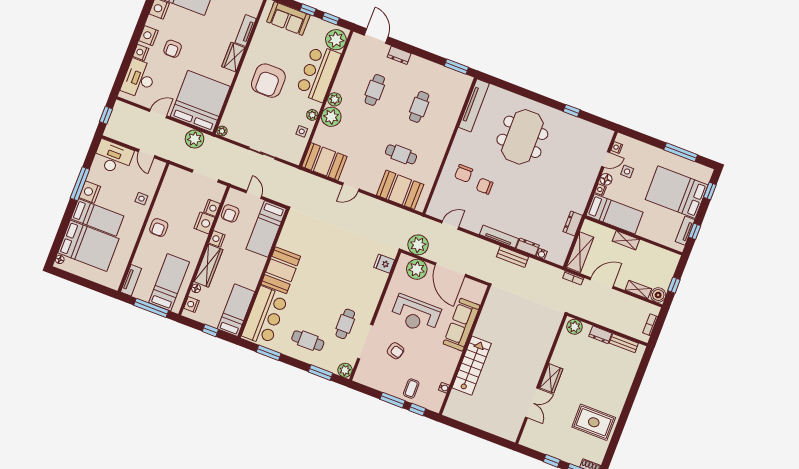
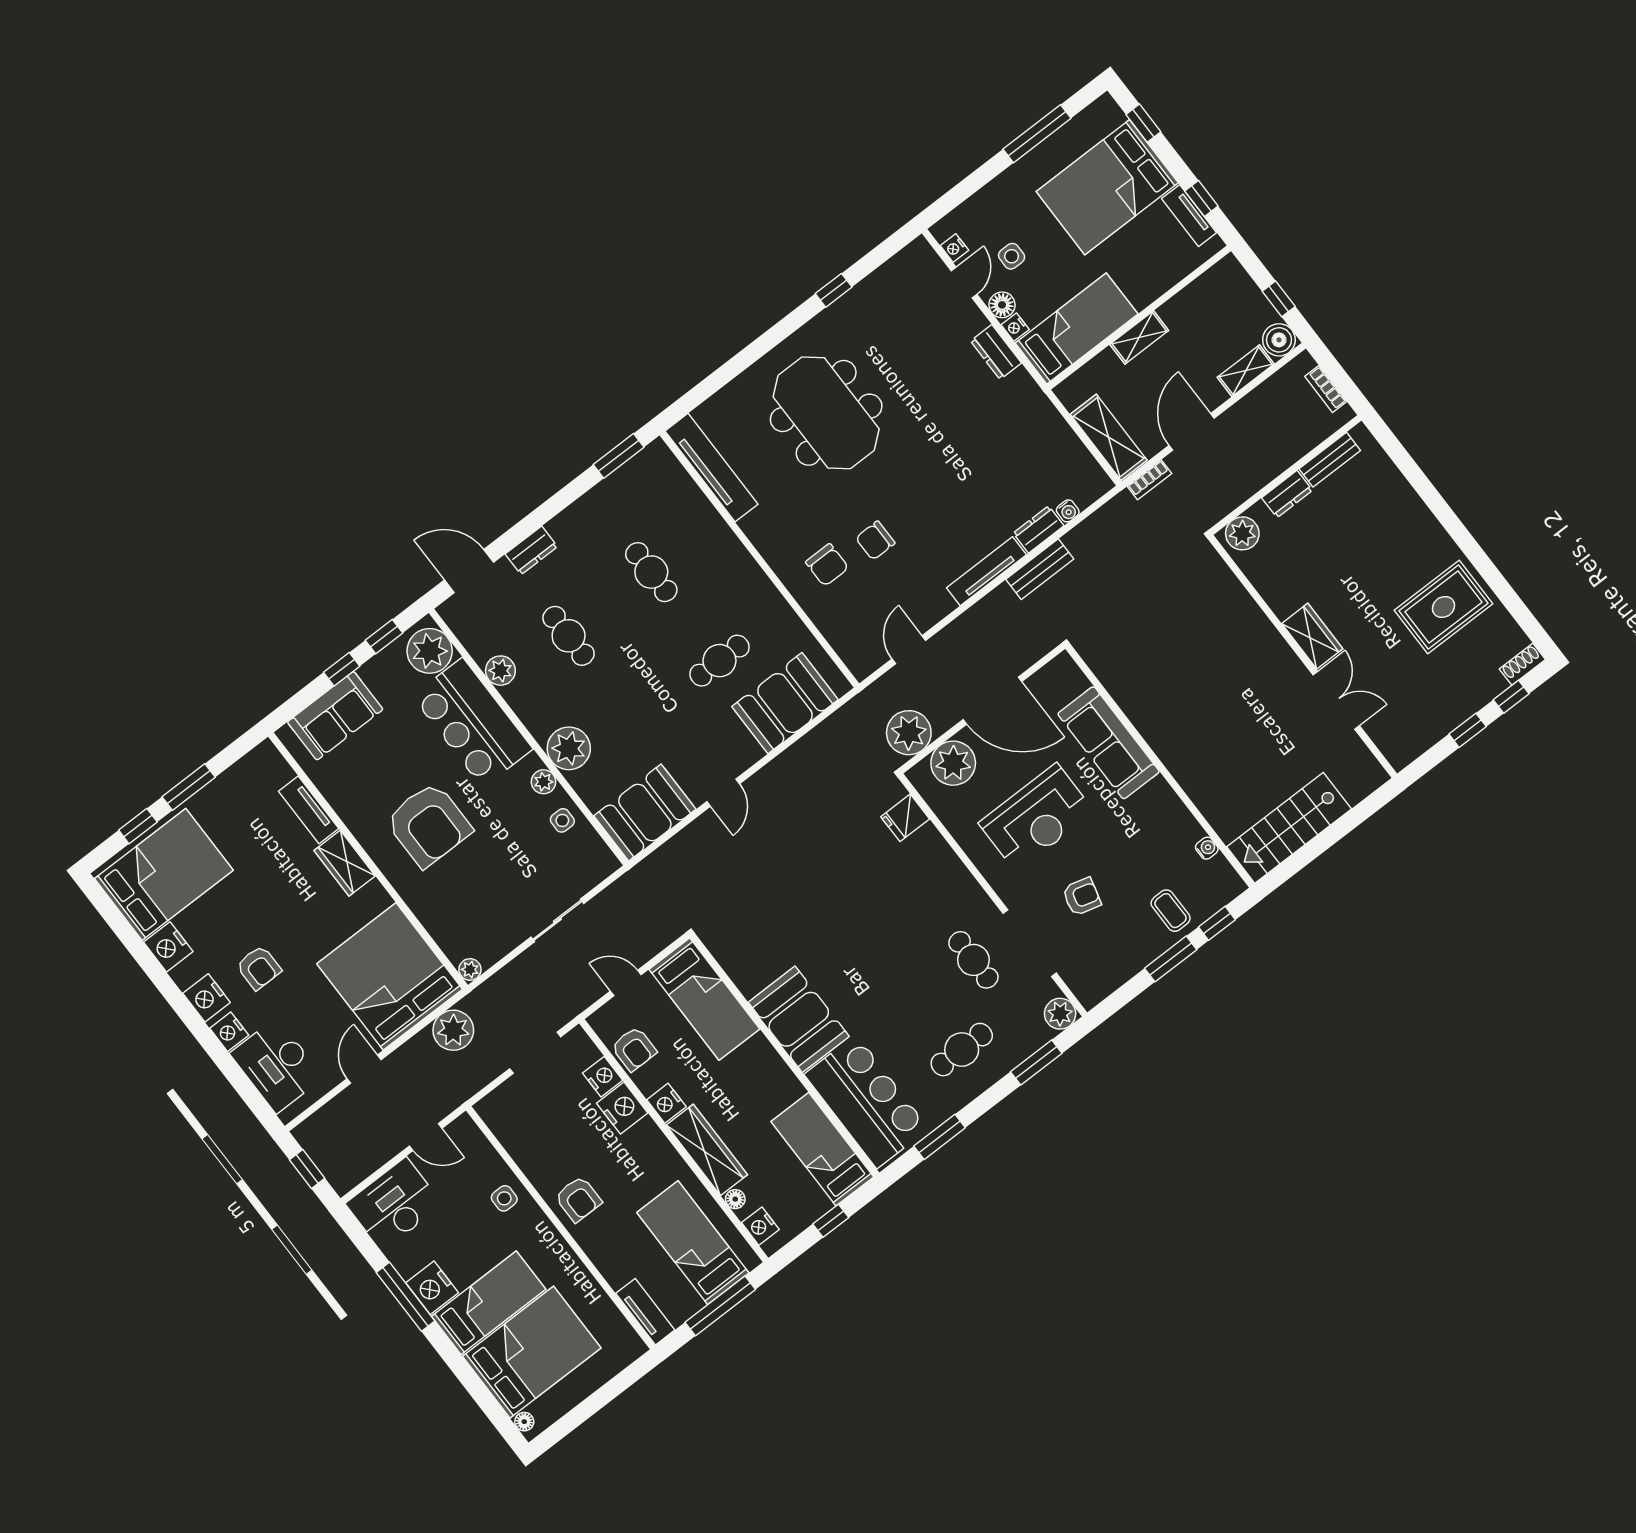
plant: (335, 99) -> (500, 671), moved
dresser: (573, 224) -> (996, 352), moved
stairs: (472, 366) -> (1289, 828), moved, turned -90

